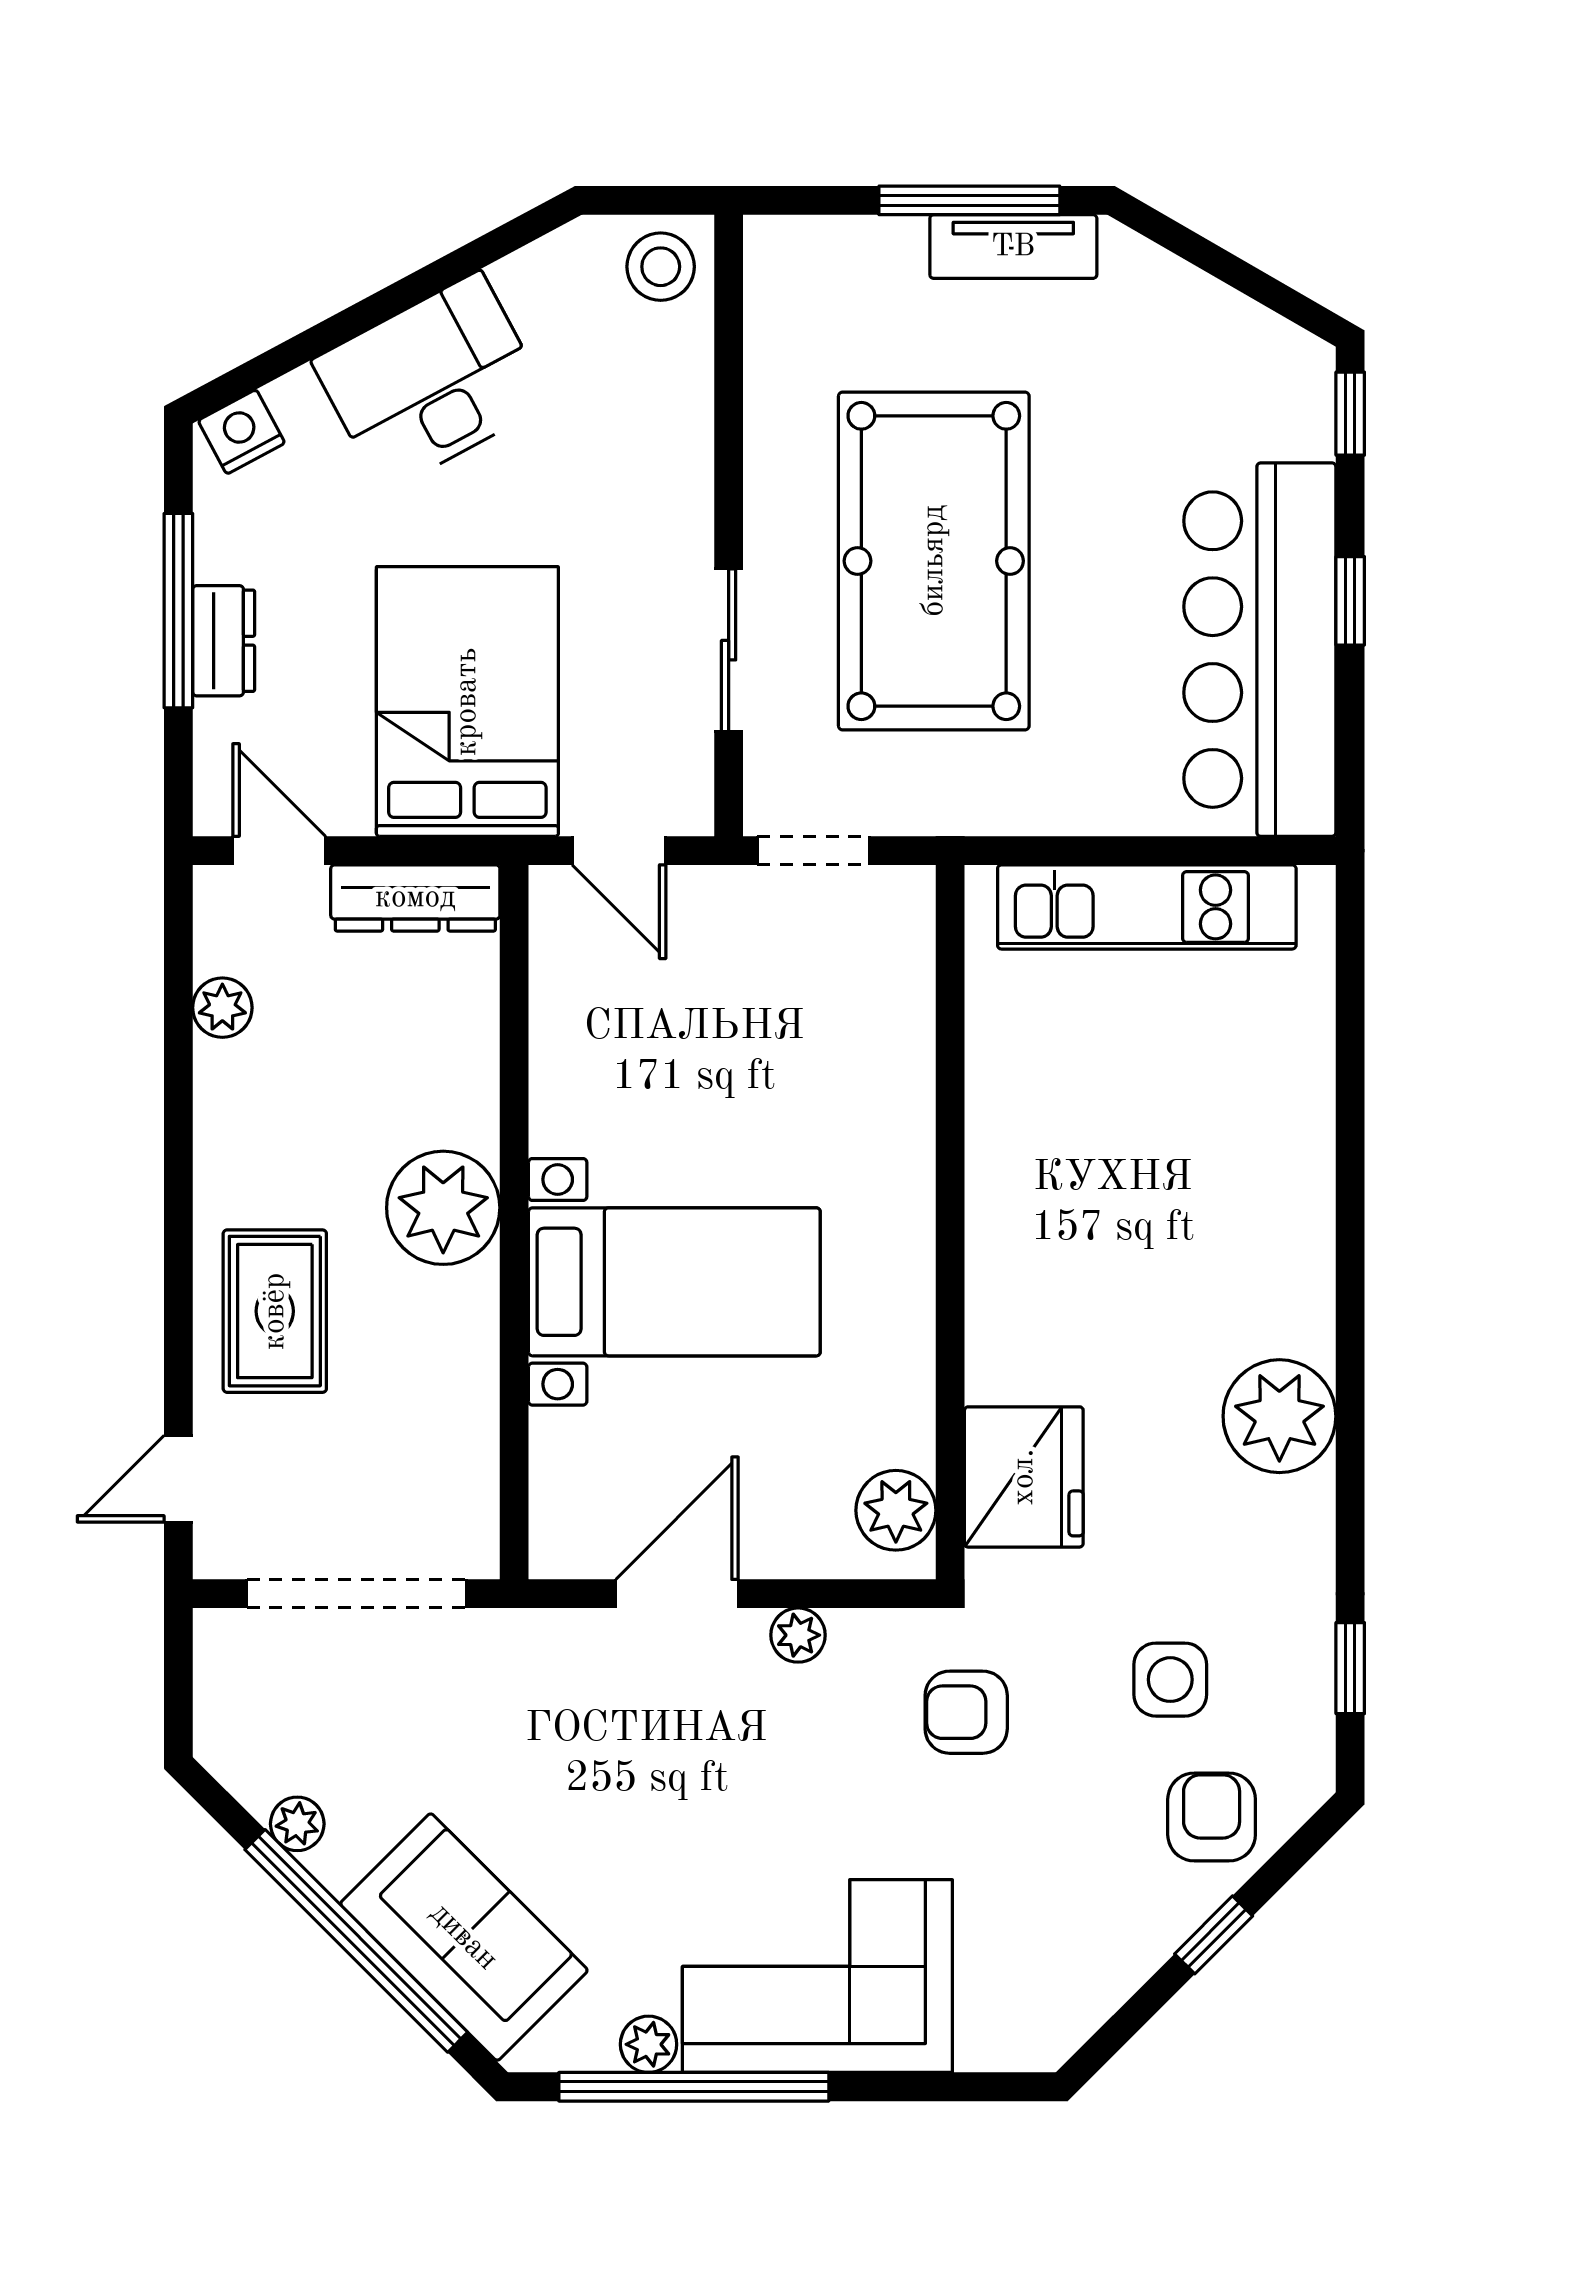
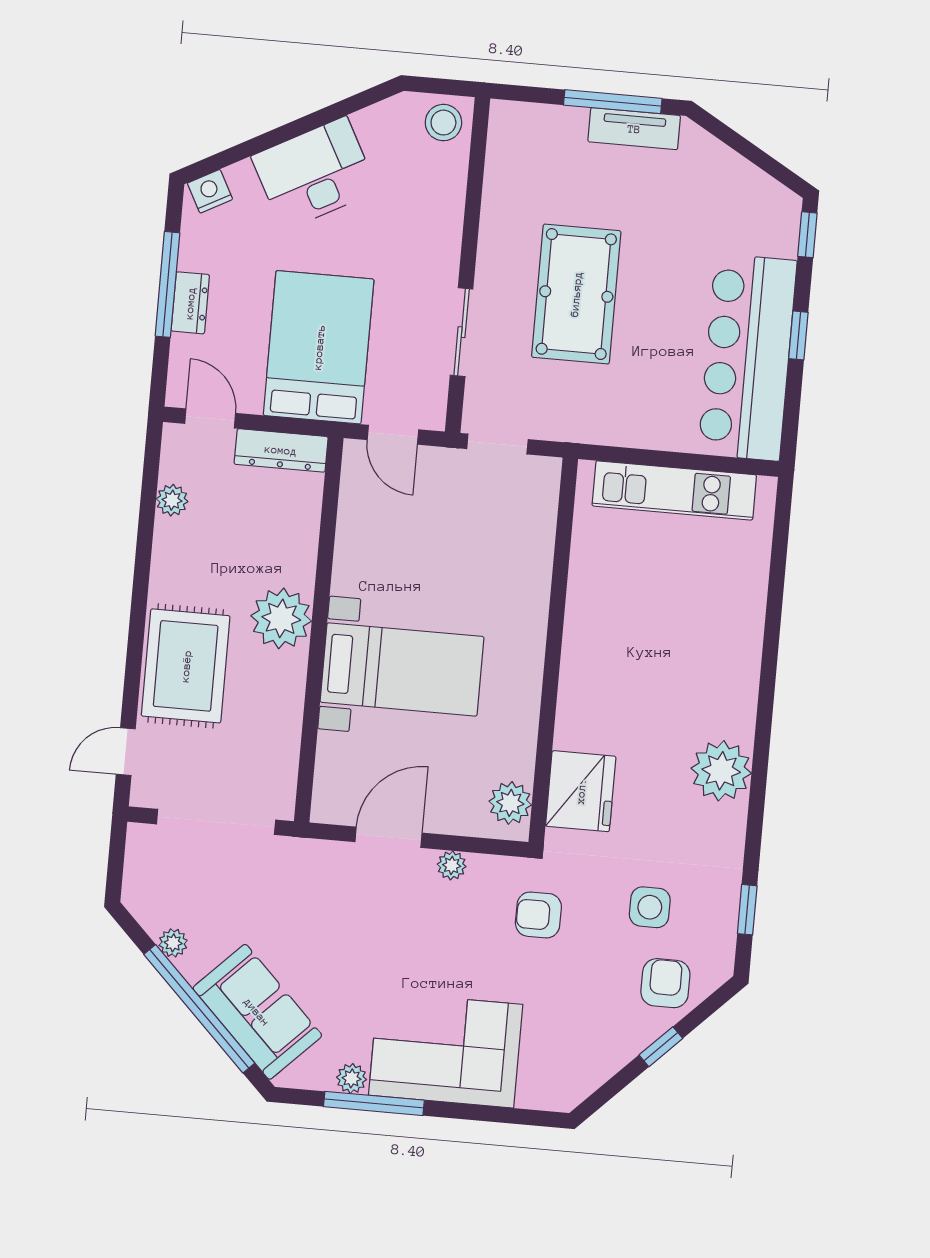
pool table: (934, 561) -> (576, 294), width x0.73, depth x0.76
rug: (275, 1311) -> (186, 666), width x1.36, depth x1.43
window: (694, 2087) -> (374, 1103), width x0.68

